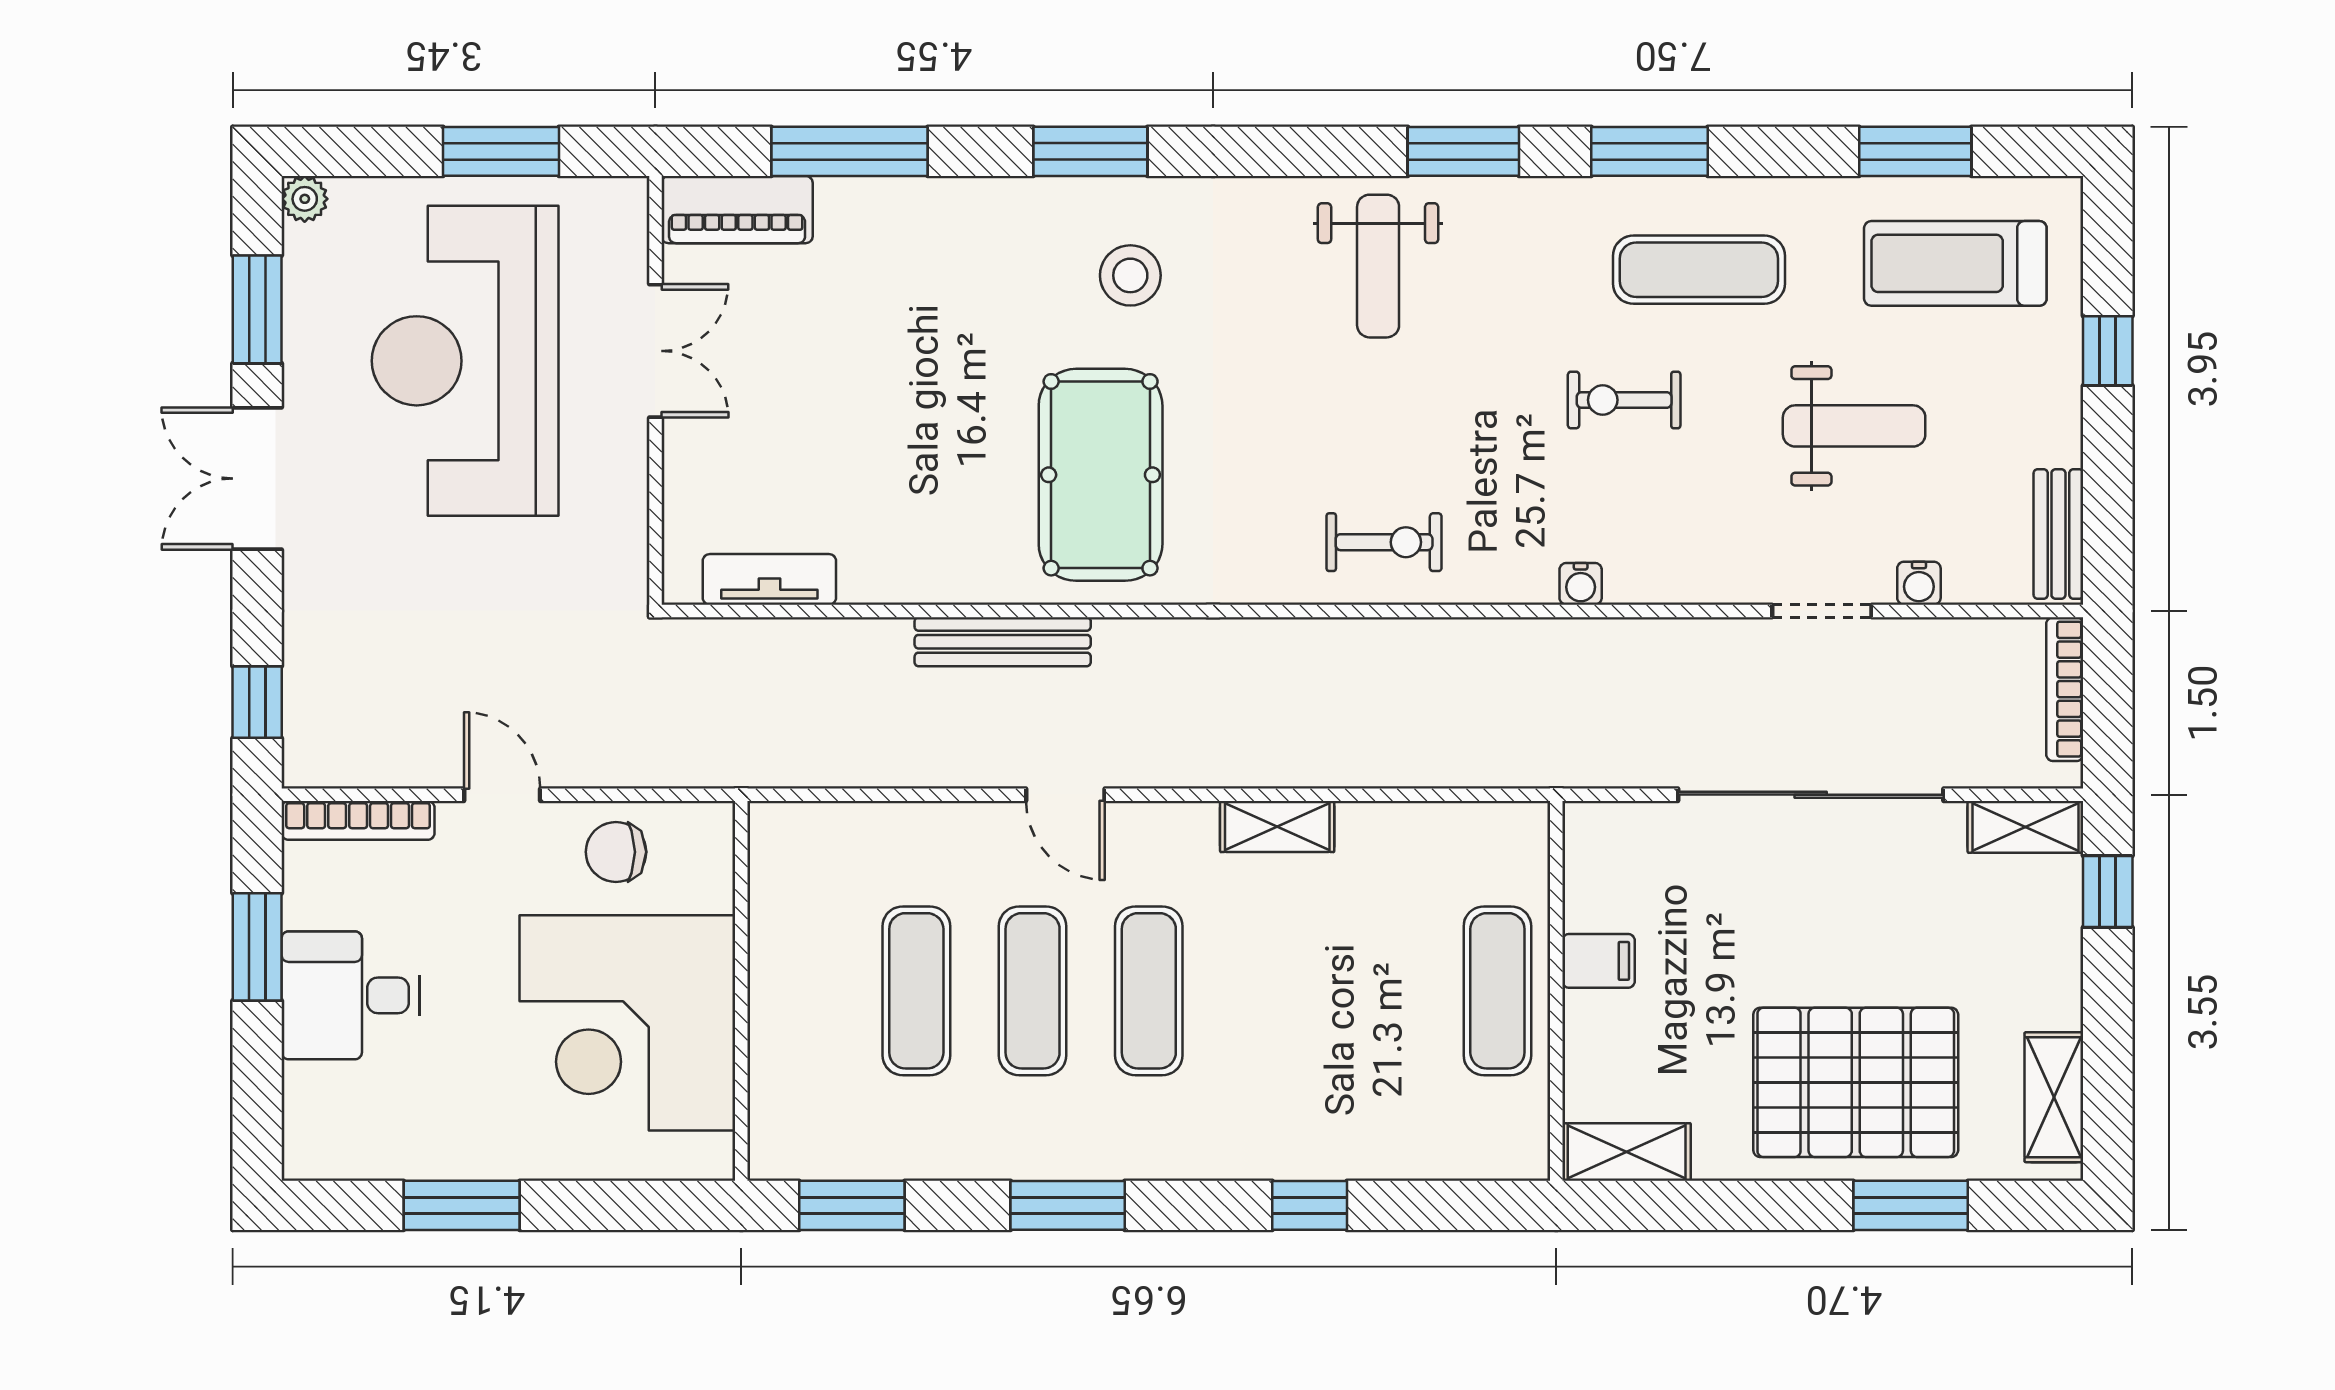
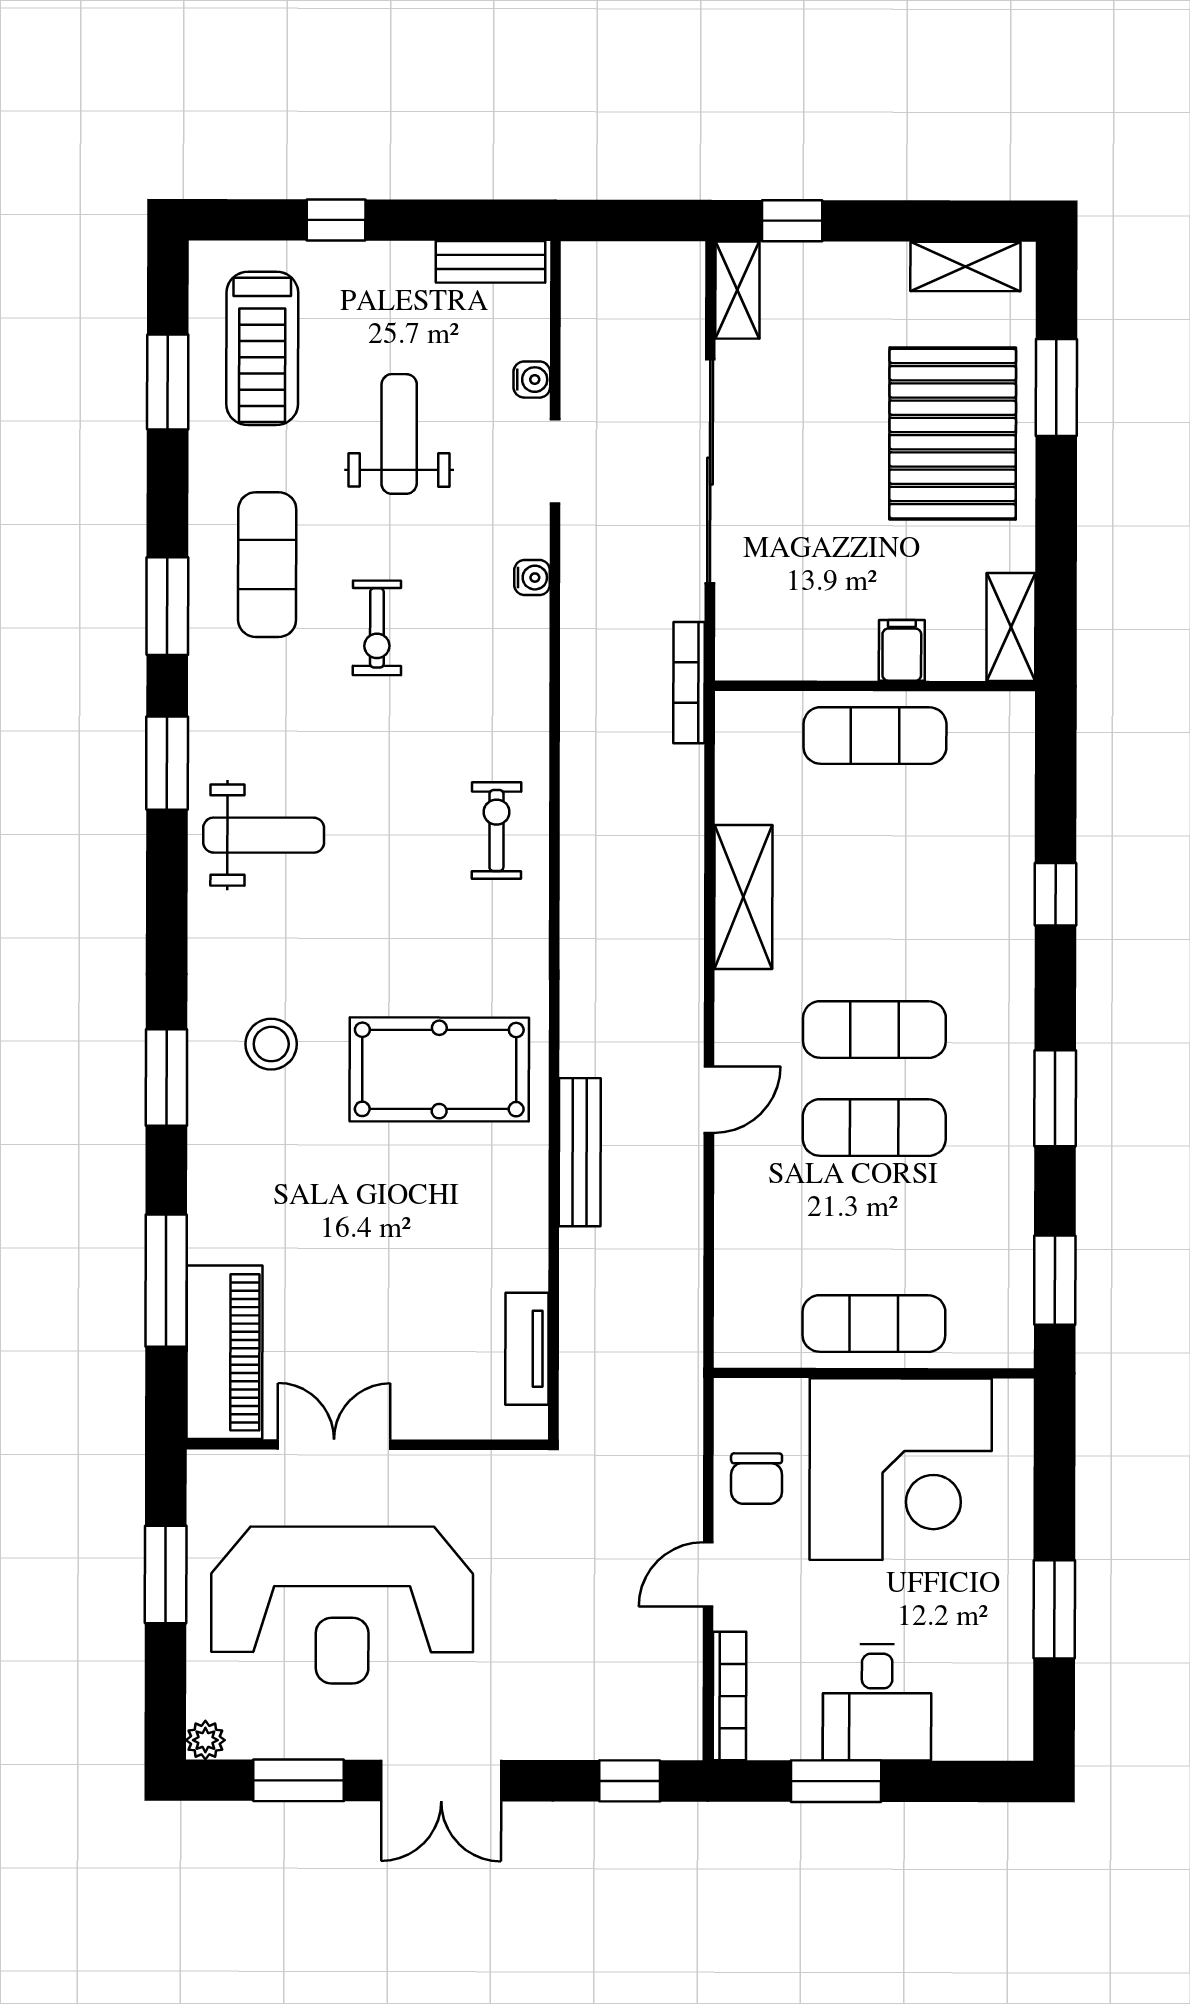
piano: (737, 210) -> (224, 1352), width x1.37, depth x1.33
water cooler: (1581, 584) -> (532, 578), moved
bookcase: (2065, 689) -> (689, 683), moved, turned 90
shelving: (1277, 827) -> (743, 897), width x1.50, depth x1.33
filing cabinet: (1599, 961) -> (902, 650), moved
exercise mat: (916, 991) -> (874, 1324), moved

